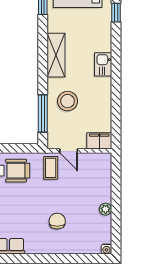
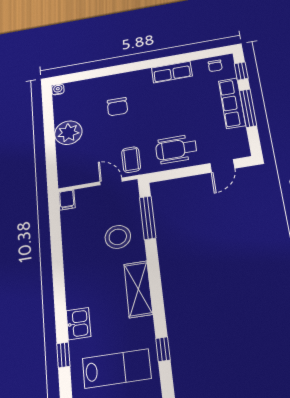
kitchen sink: (103, 64) -> (78, 324), moved
filing cabinet: (99, 141) -> (67, 200), width x0.50
plant: (106, 209) -> (68, 133), width x1.88, depth x1.88

